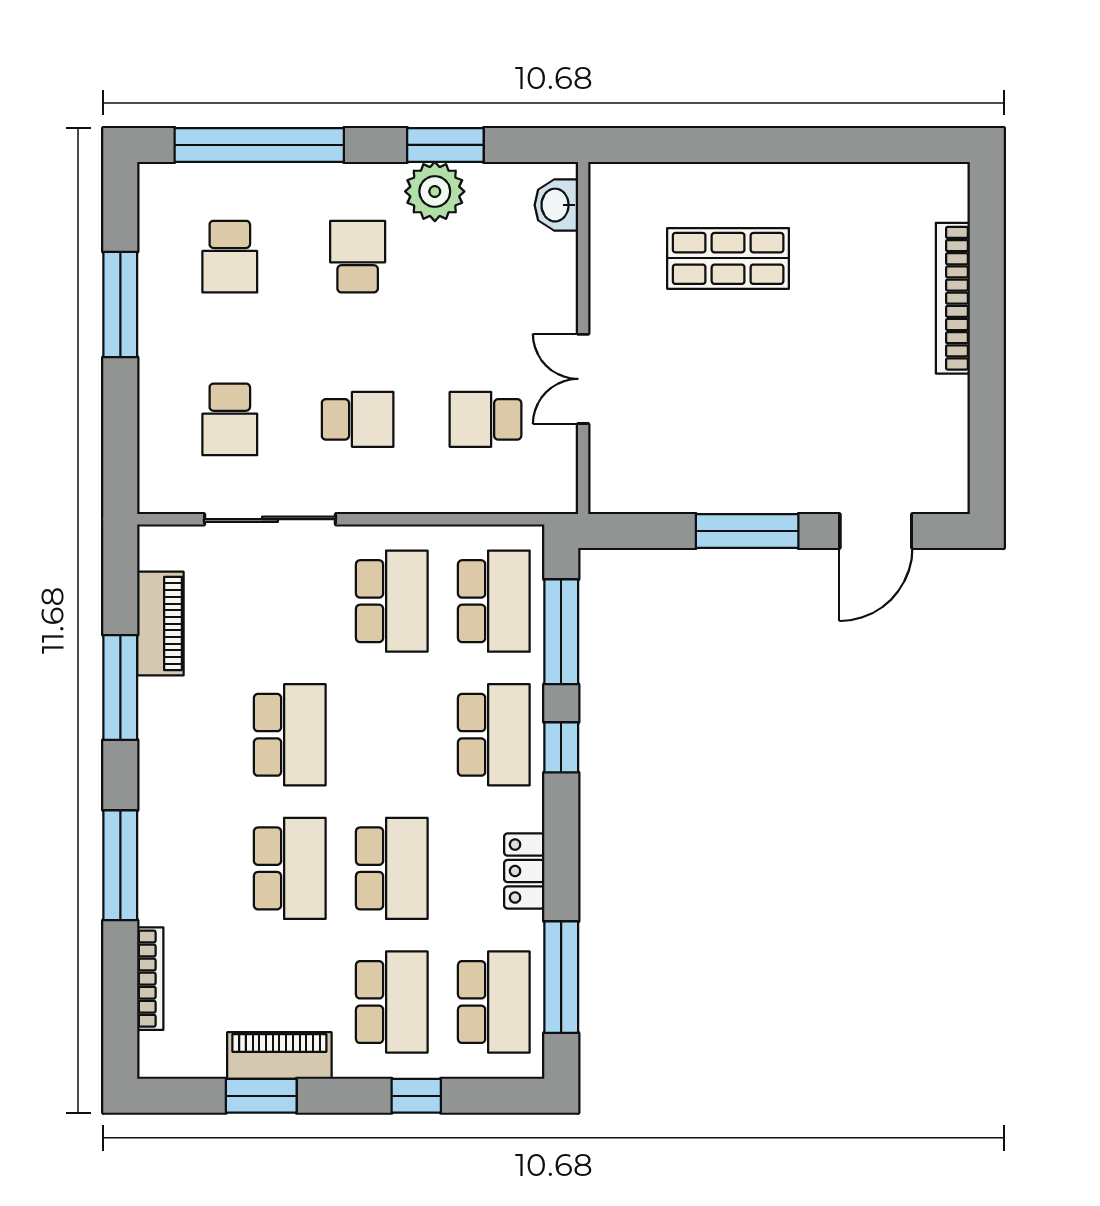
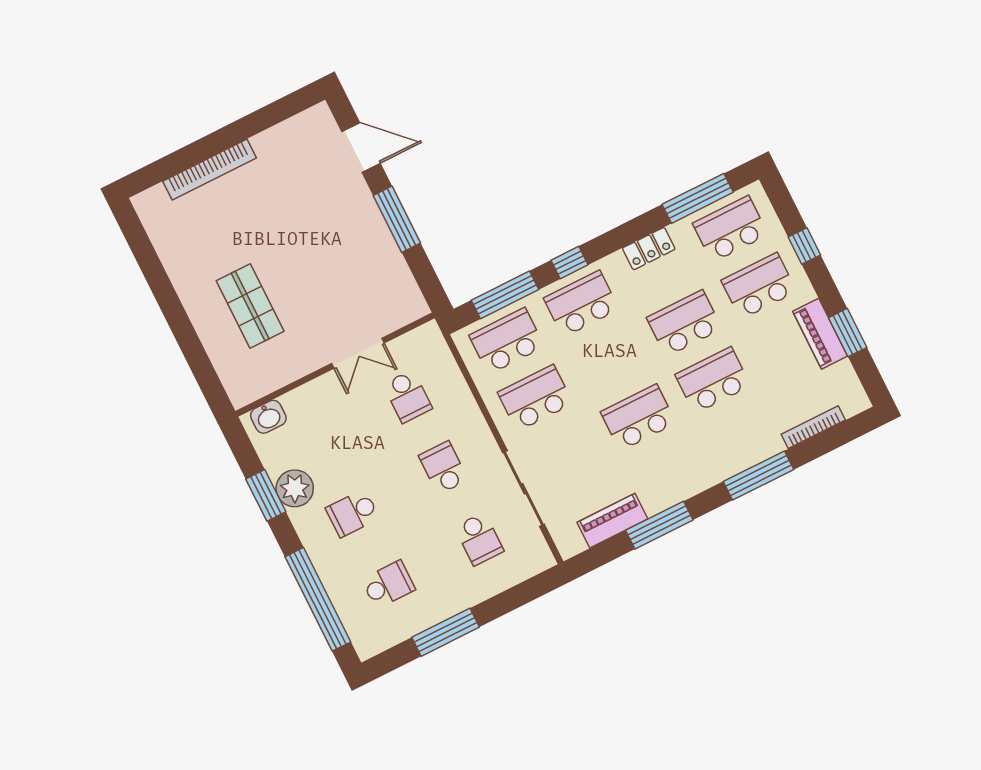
school desk: (230, 419) -> (479, 539), turned 90

